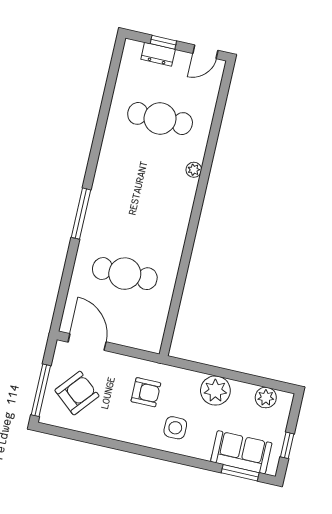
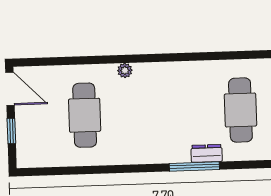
door: (205, 52) -> (10, 89), width x1.38
dresser: (158, 54) -> (207, 153), moved, turned -90

